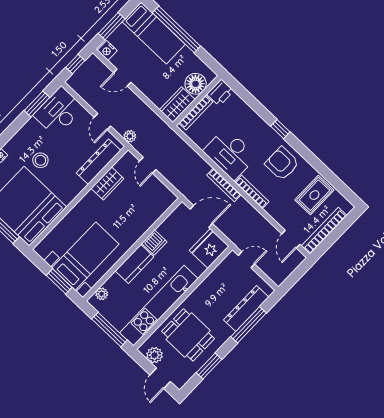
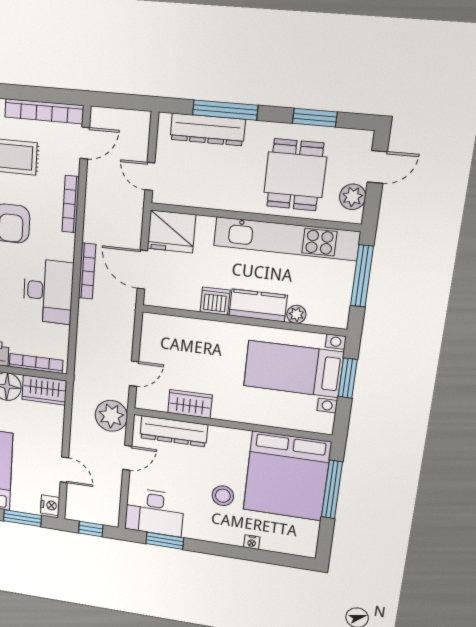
plant: (130, 136) -> (111, 416), width x1.88, depth x1.88
bookcase: (252, 192) -> (71, 204), moved
plant: (102, 294) -> (296, 314), moved

